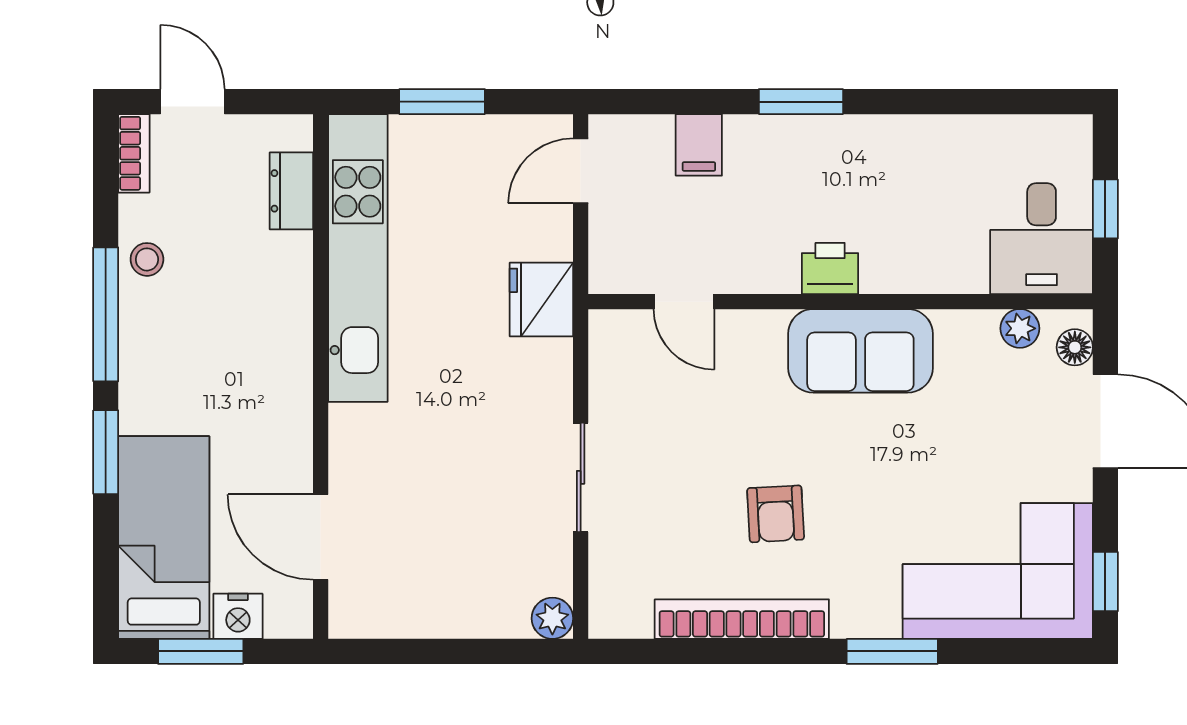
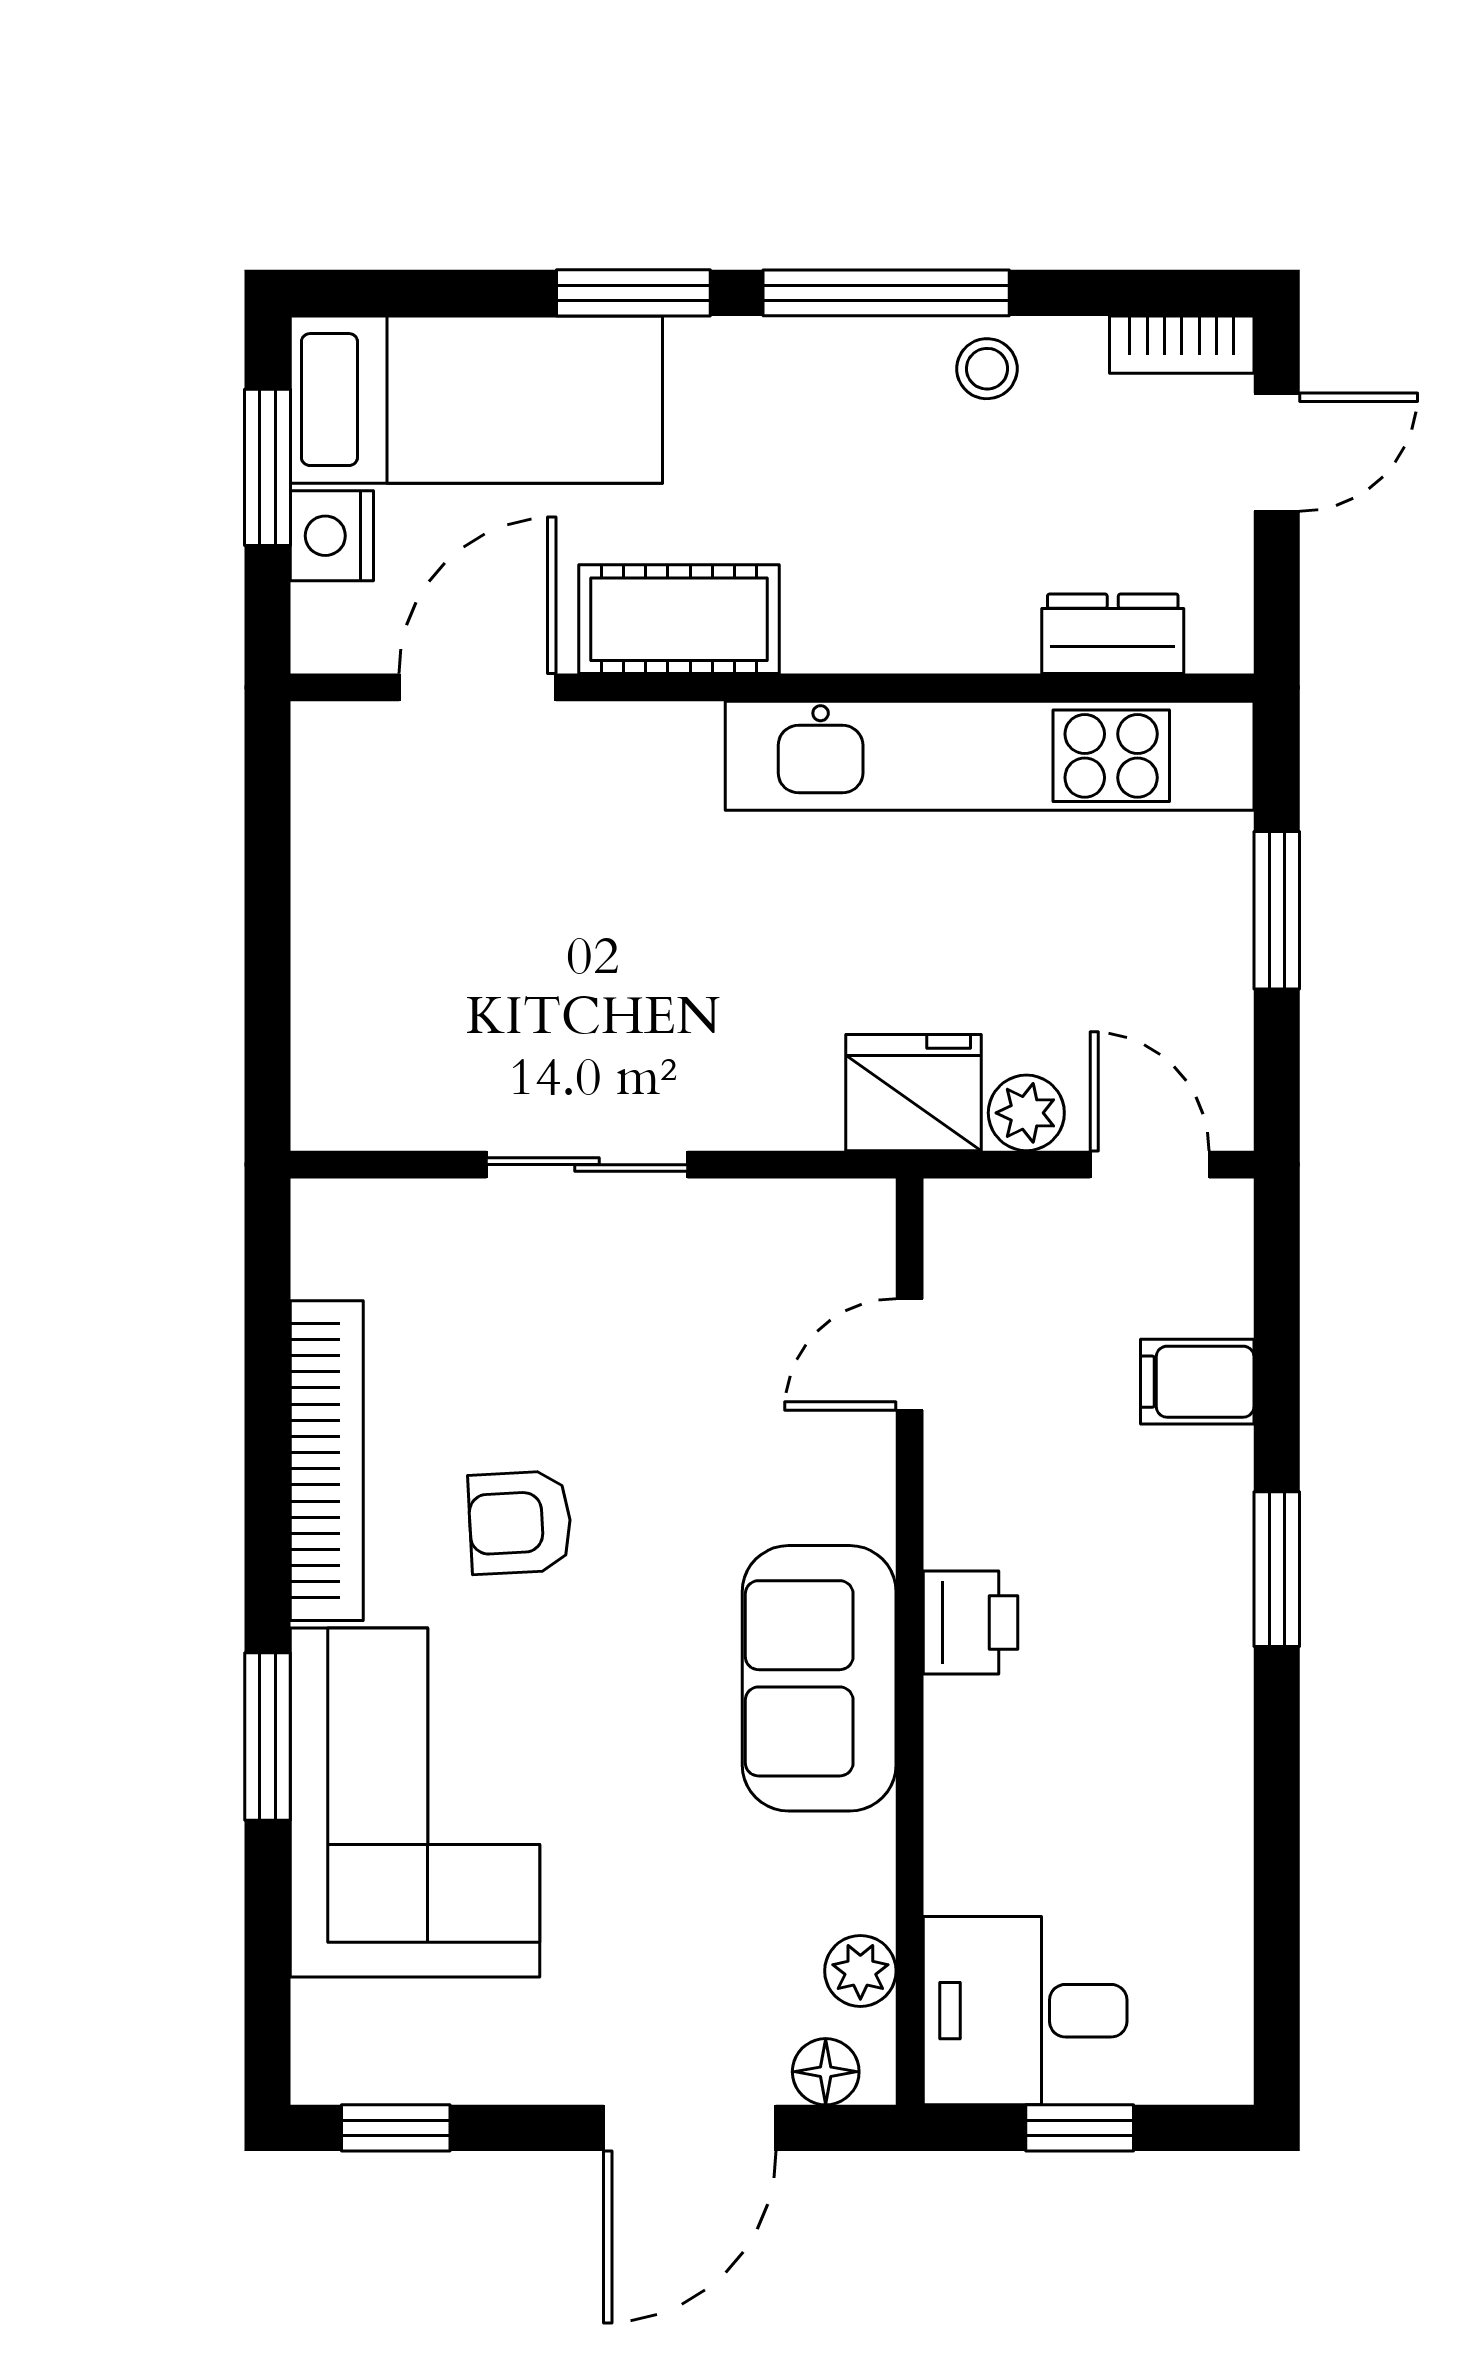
cot: (283, 427) -> (679, 619), added
corner sofa: (998, 571) -> (415, 1803), moved
plant: (552, 618) -> (1026, 1113), moved

